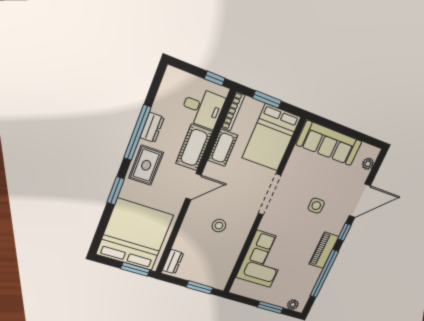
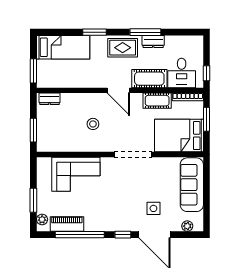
window: (137, 133) -> (145, 32), width x0.68
side table: (316, 206) -> (153, 208), moved
bed: (135, 235) -> (63, 47), width x0.49
piano: (324, 250) -> (67, 224), moved

